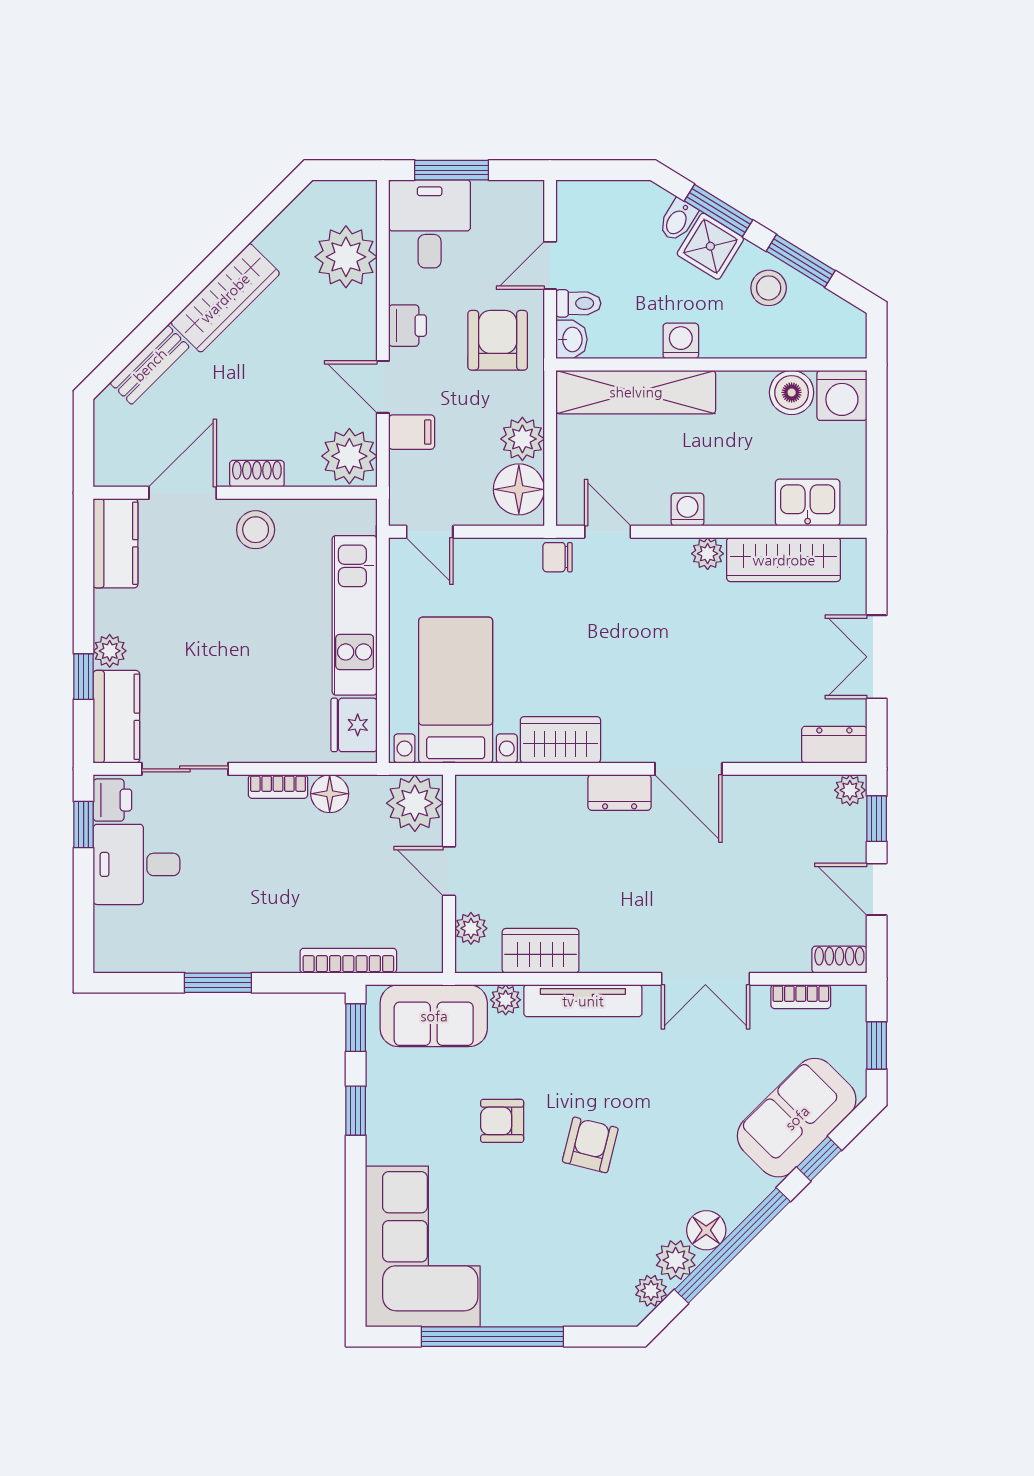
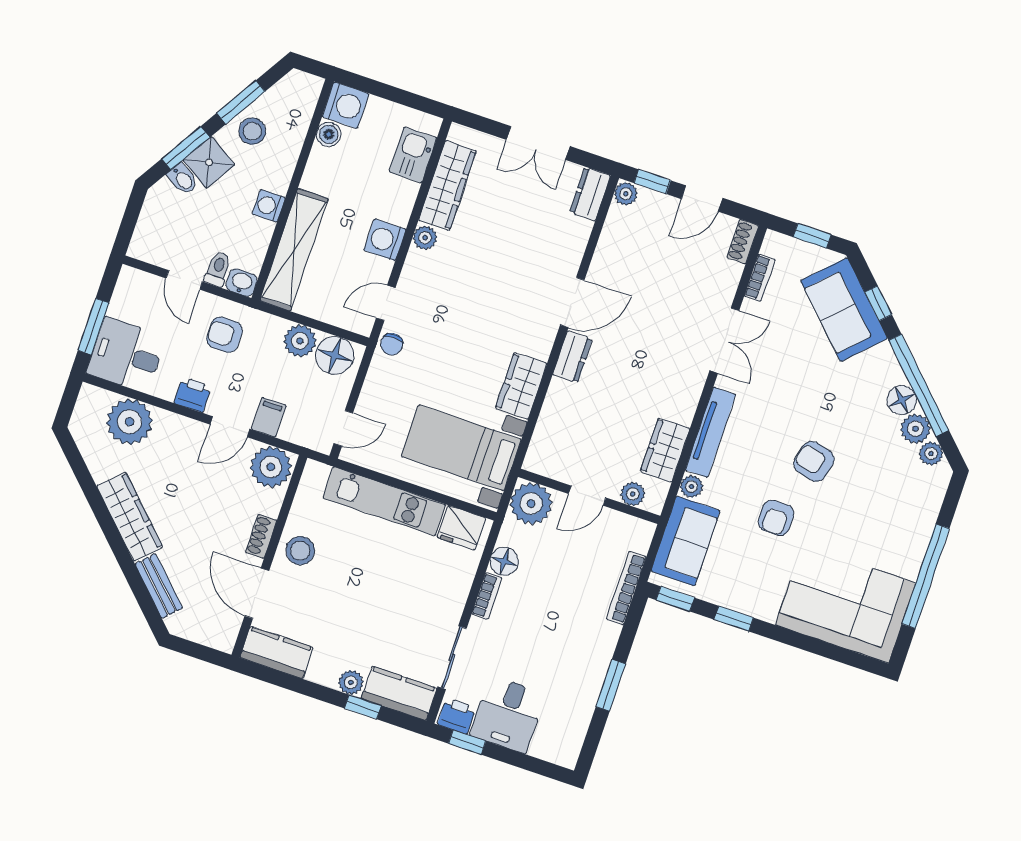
armchair: (498, 340) -> (224, 335), width x0.72, depth x0.72
boiler: (792, 392) -> (329, 134), width x0.73, depth x0.73
washing machine: (687, 510) -> (385, 240), width x1.38, depth x1.38

